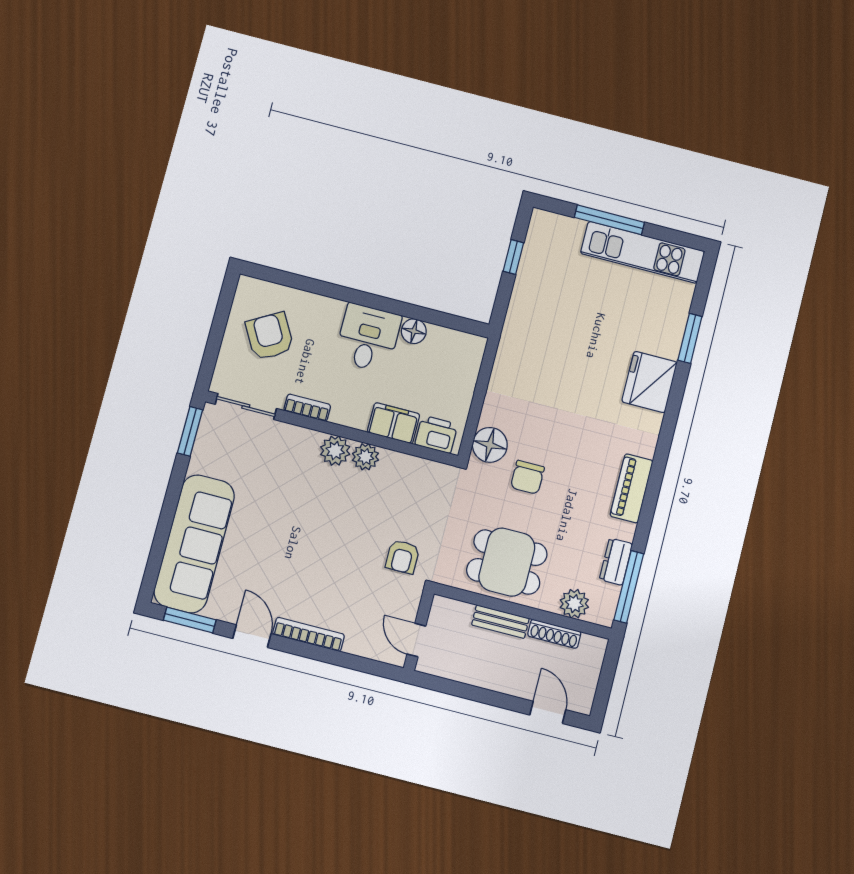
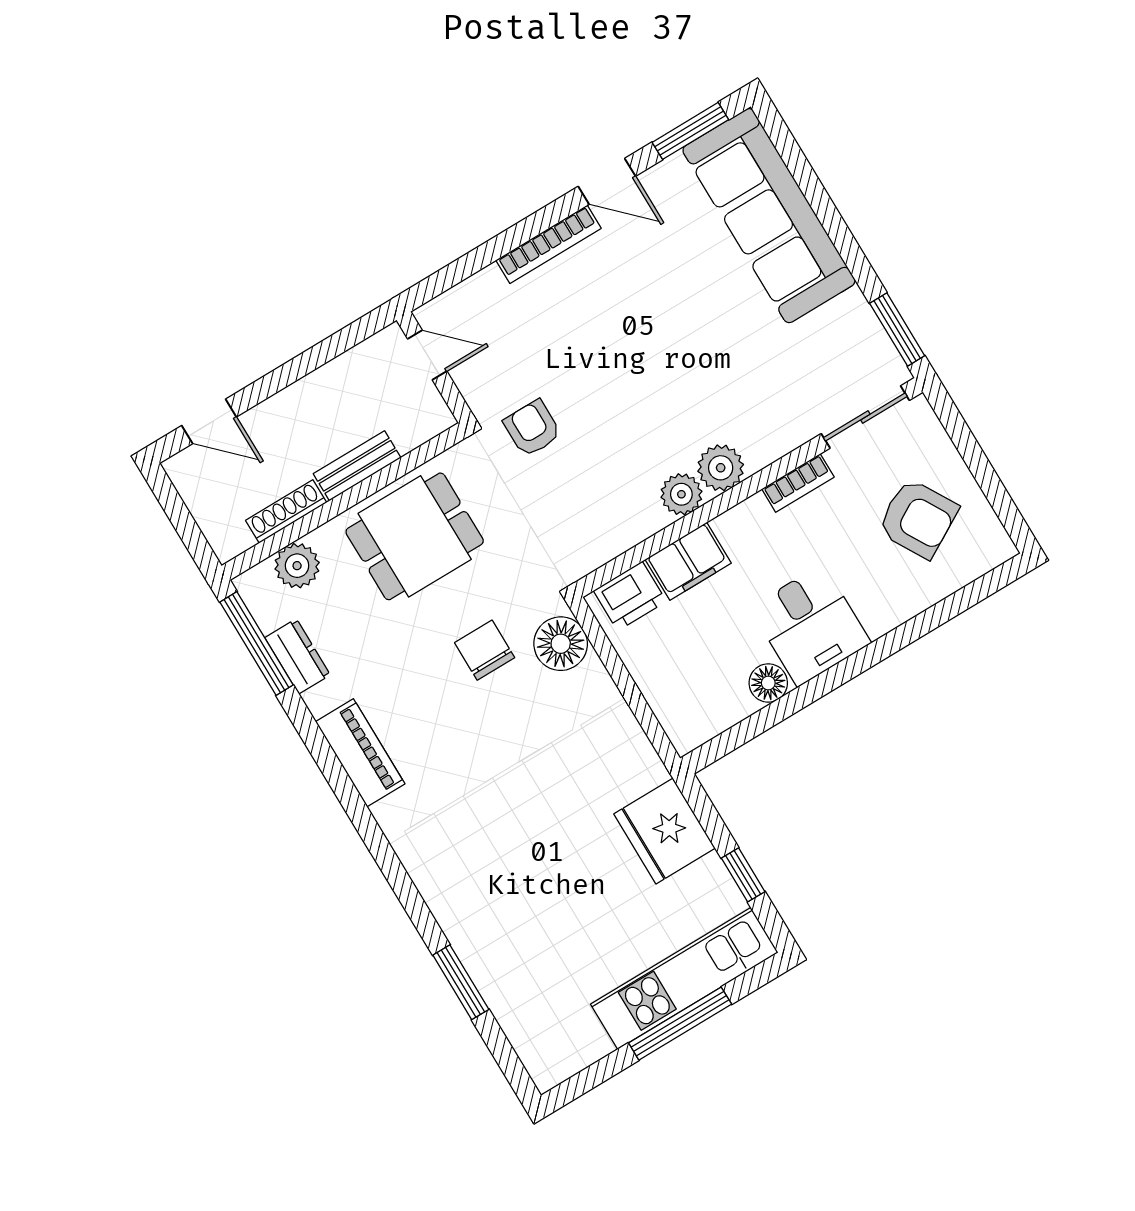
kitchen unit: (643, 252) -> (684, 978), moved
fridge: (650, 382) -> (664, 831), moved, turned 180

